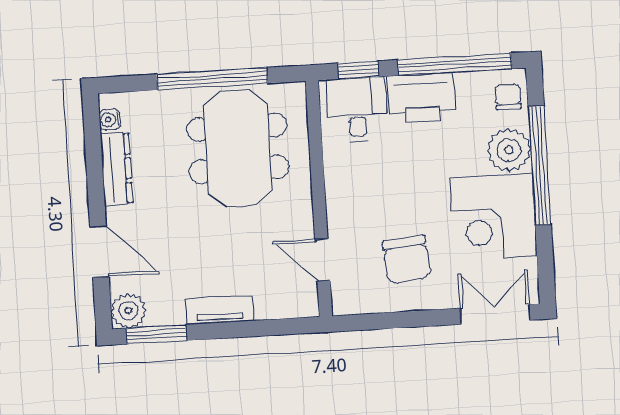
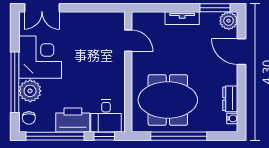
meeting table: (238, 148) -> (168, 100), turned 90
dresser: (117, 169) -> (230, 99), width x0.70
chair: (407, 260) -> (85, 38), removed

